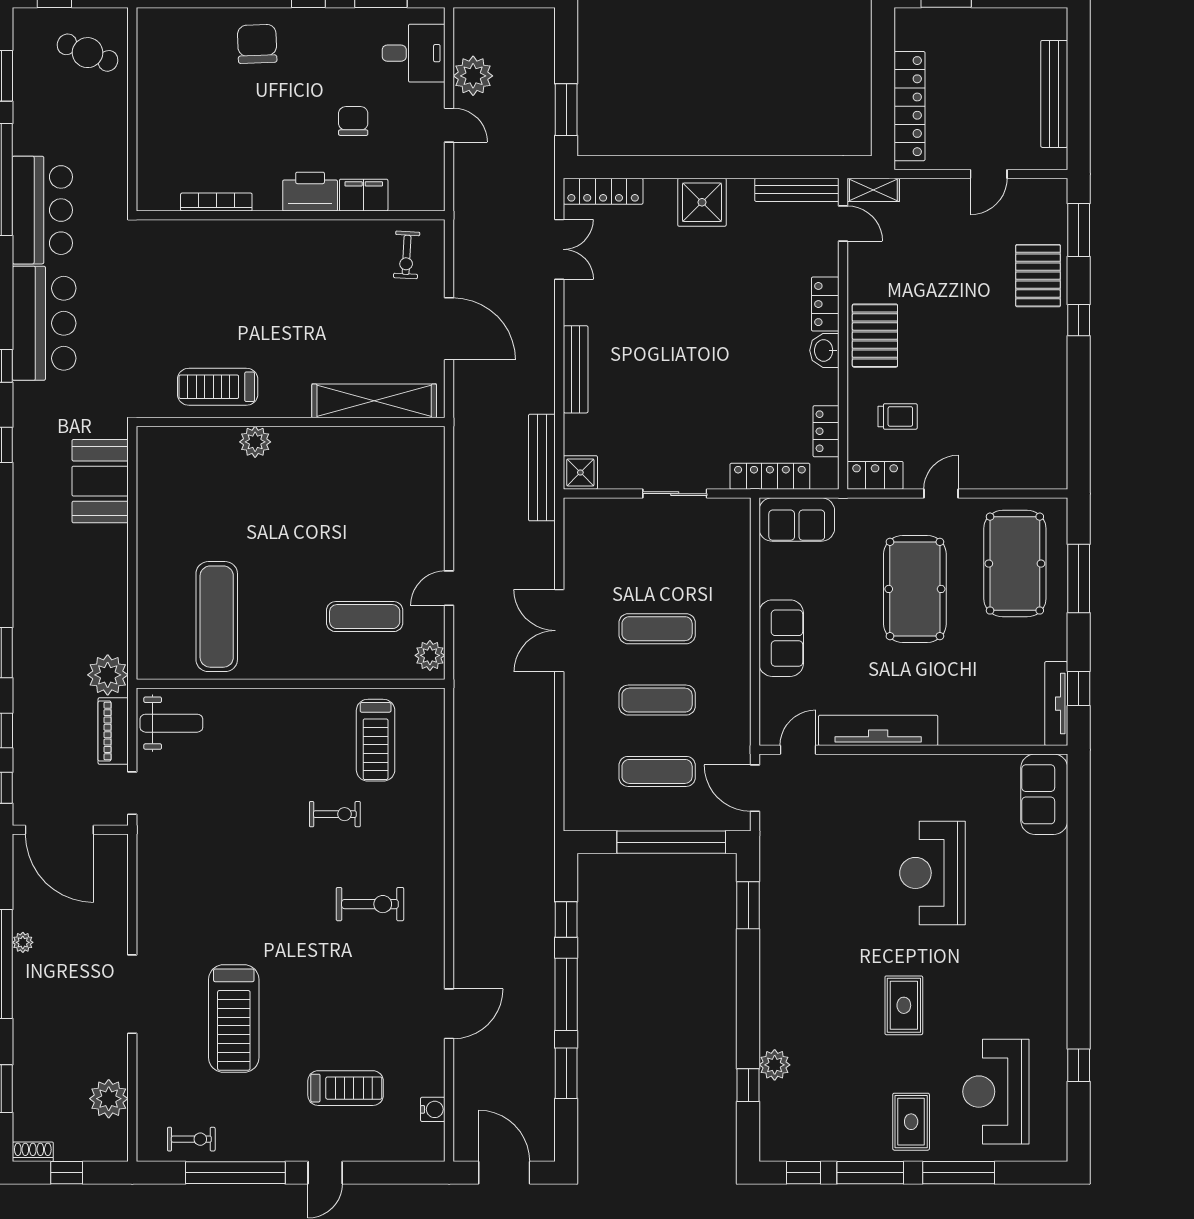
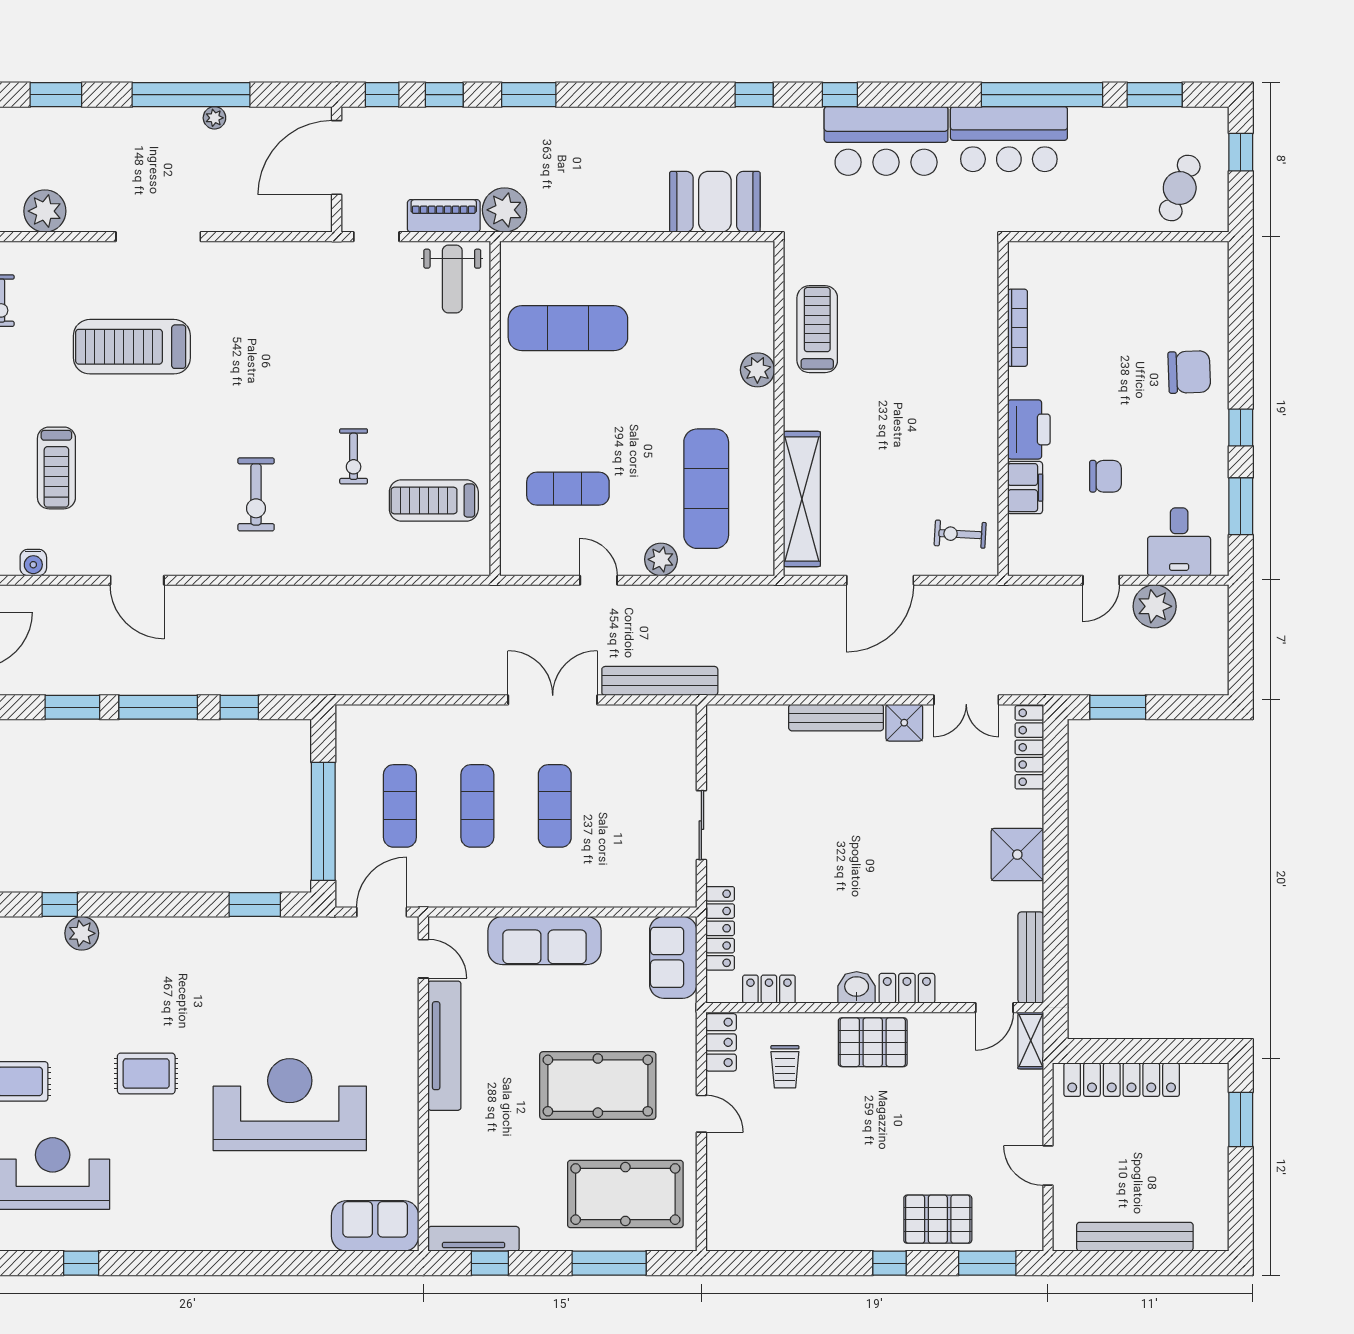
bench: (542, 468) -> (660, 681), moved
shower: (580, 472) -> (904, 723), moved
exercise mat: (365, 489) -> (706, 489), added
exercise mat: (365, 617) -> (568, 489), turned 90
sofa: (781, 638) -> (544, 941), width x1.36
plant: (430, 655) -> (661, 559), moved
reception desk: (932, 873) -> (290, 1105), width x1.36, depth x1.30

